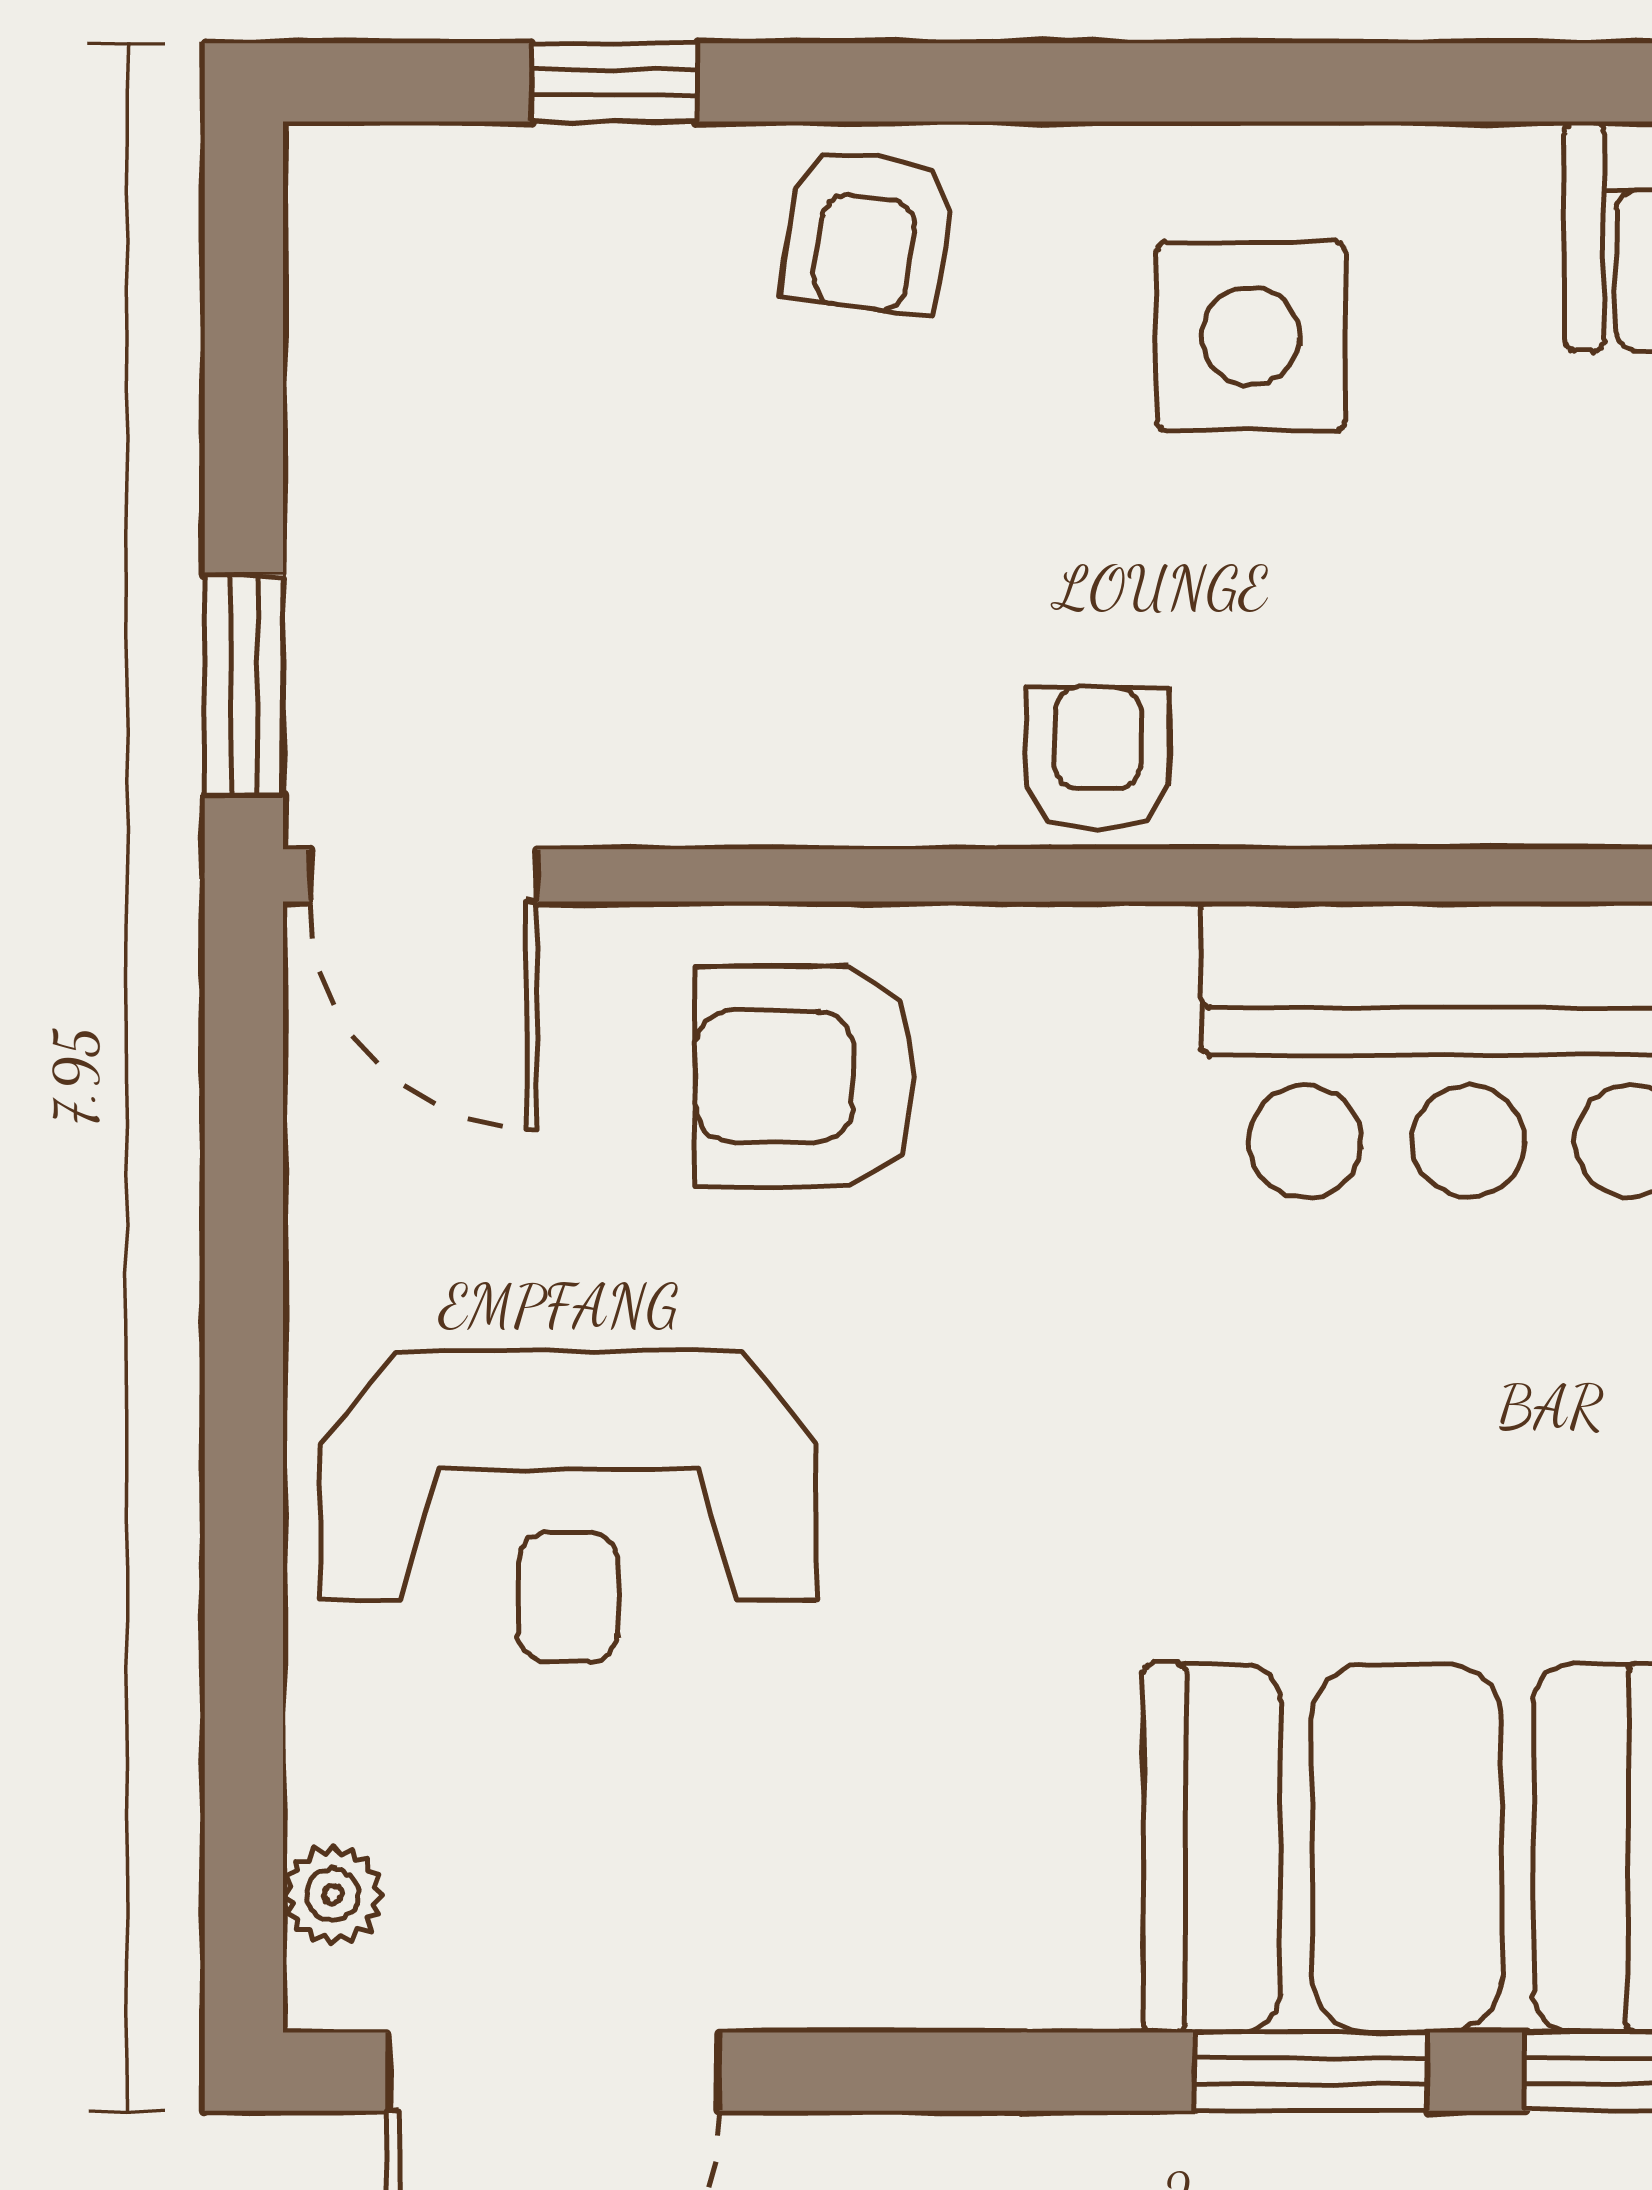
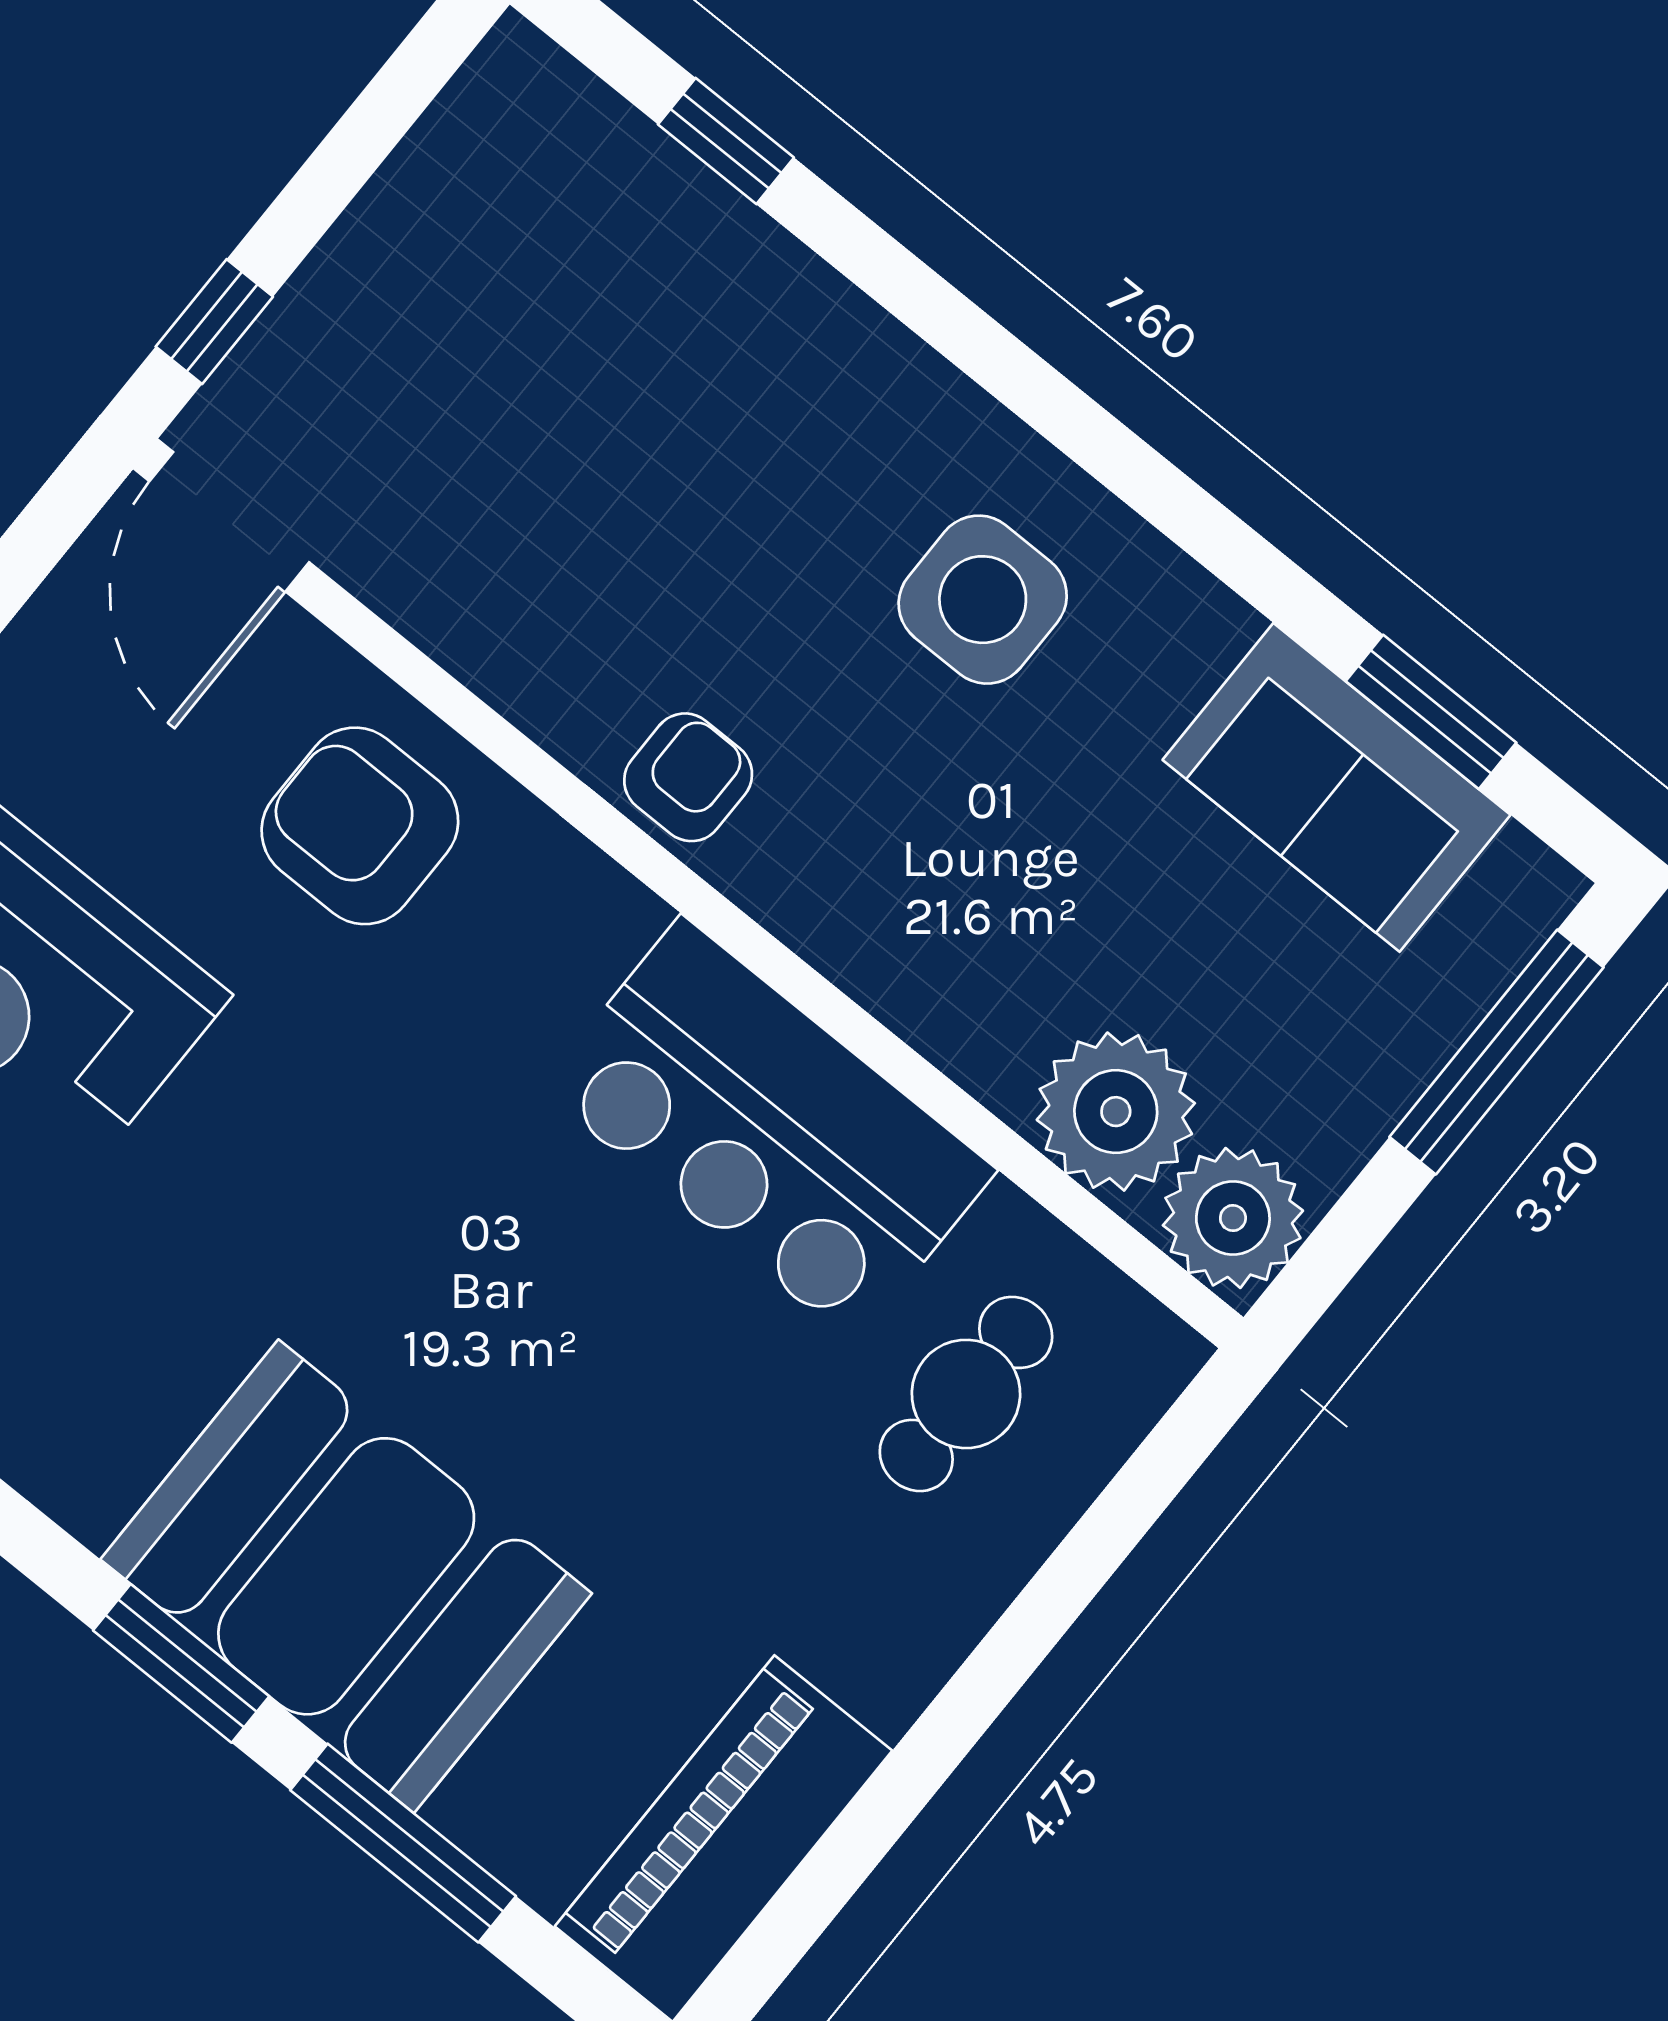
armchair: (867, 231) -> (805, 352), removed
window: (244, 685) -> (214, 322), width x0.67

